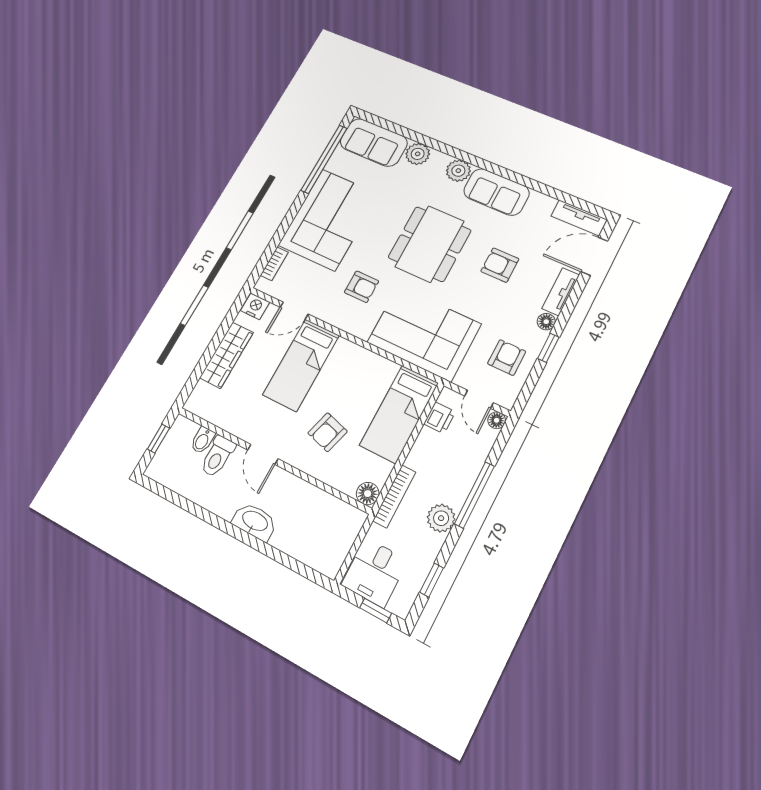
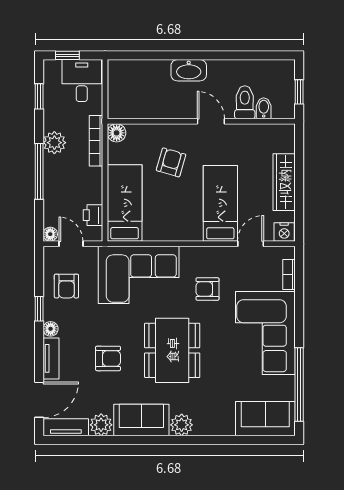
plant: (418, 154) -> (101, 425), moved

